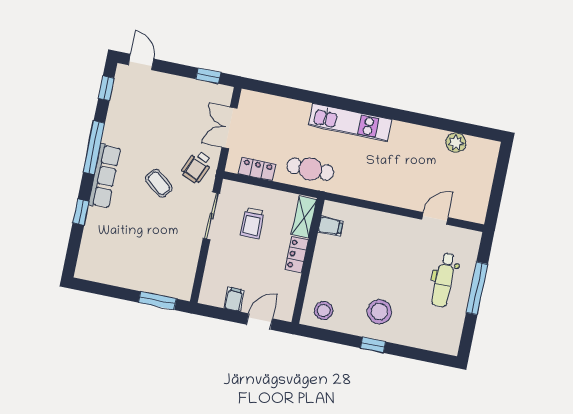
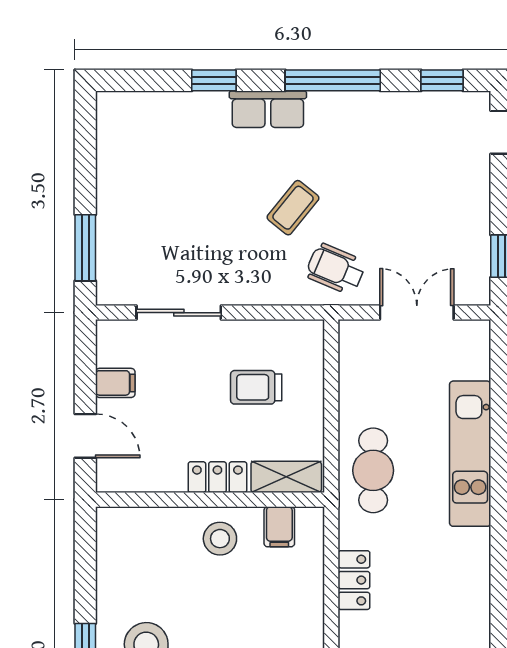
kitchen unit: (350, 122) -> (470, 454), moved
locker: (257, 169) -> (354, 580), moved
row of seats: (105, 176) -> (268, 109), width x0.68
sliding door: (211, 216) -> (179, 313), moved
stool: (324, 311) -> (220, 539), moved

